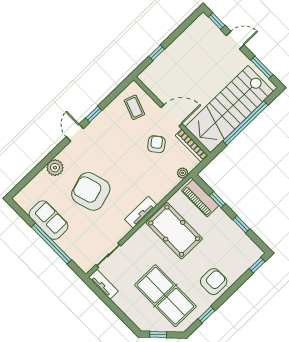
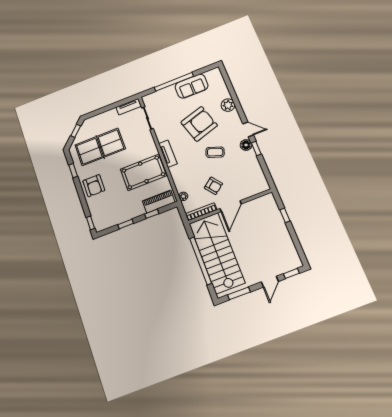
coffee table: (134, 107) -> (215, 152), moved
floor lamp: (94, 127) -> (246, 145), added

